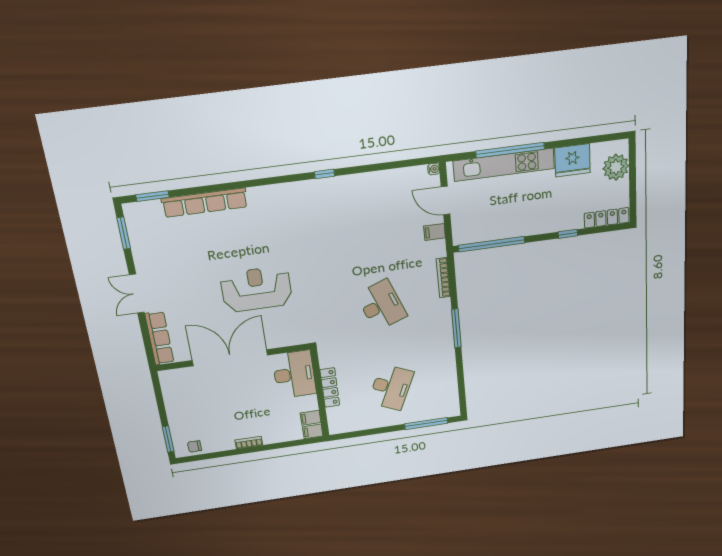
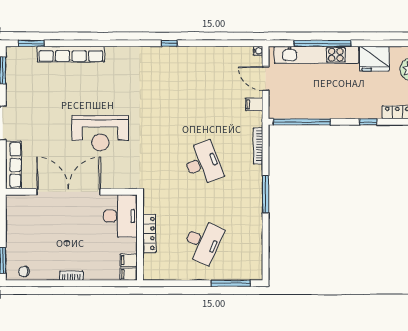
reception desk: (256, 289) -> (100, 133), turned 180

